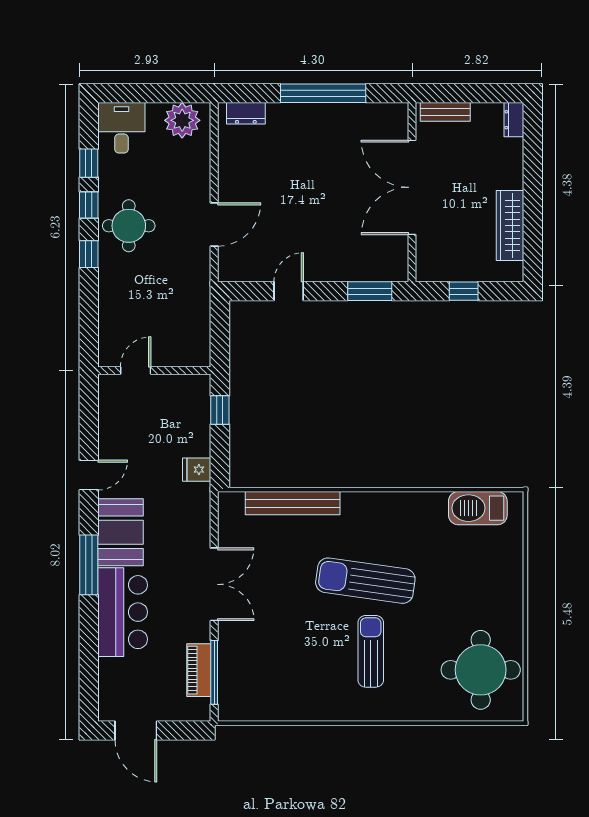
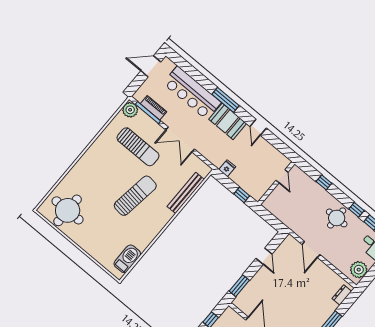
window: (89, 254) -> (324, 182), moved
bar counter: (123, 612) -> (192, 93), width x1.36
sun lounger: (371, 651) -> (138, 147), moved, width x1.36, depth x1.34
plant: (234, 705) -> (130, 110), added

